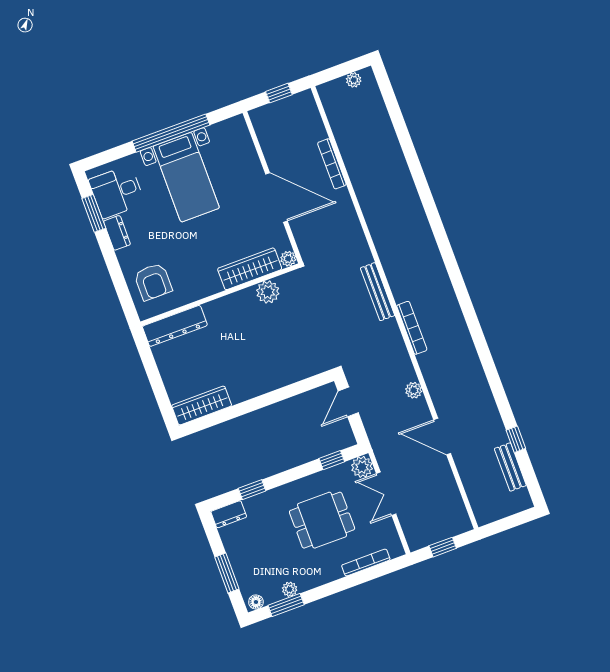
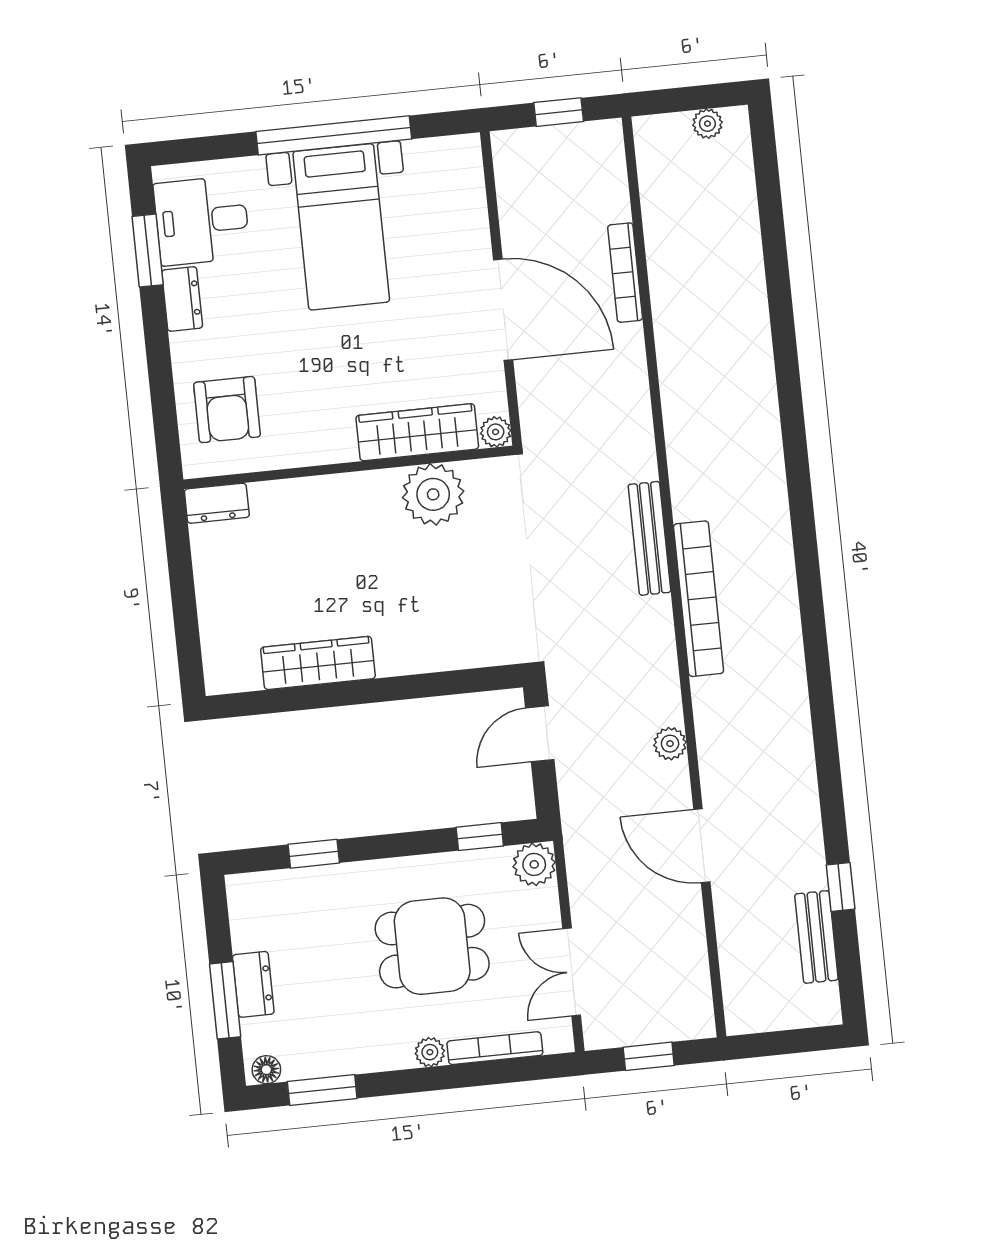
plant: (268, 292) -> (433, 494), width x1.36, depth x1.36
dresser: (175, 326) -> (217, 503), width x0.51, depth x0.80
bookcase: (412, 328) -> (699, 599), width x1.48, depth x1.31
wardrobe: (202, 406) -> (318, 663), moved
double door: (386, 494) -> (572, 972), moved
dresser: (229, 514) -> (253, 984), moved, turned -90
plant: (290, 589) -> (430, 1052), moved

